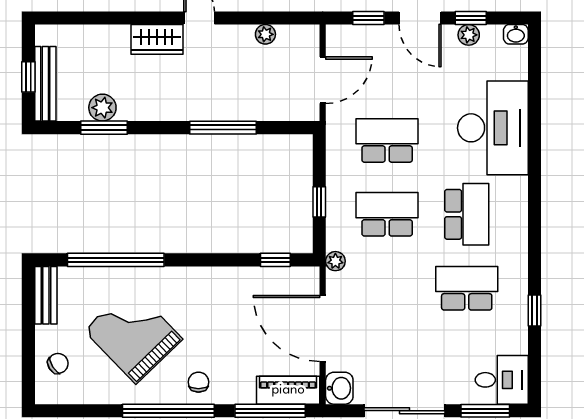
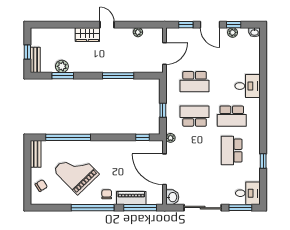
bench: (45, 84) -> (35, 60), width x0.73
desk: (493, 128) -> (248, 86), width x0.53, depth x0.77
school desk: (387, 140) -> (195, 82), turned 180
school desk: (467, 214) -> (232, 116), turned 90
school desk: (467, 288) -> (232, 151), turned -90
piano: (288, 390) -> (131, 198), moved

